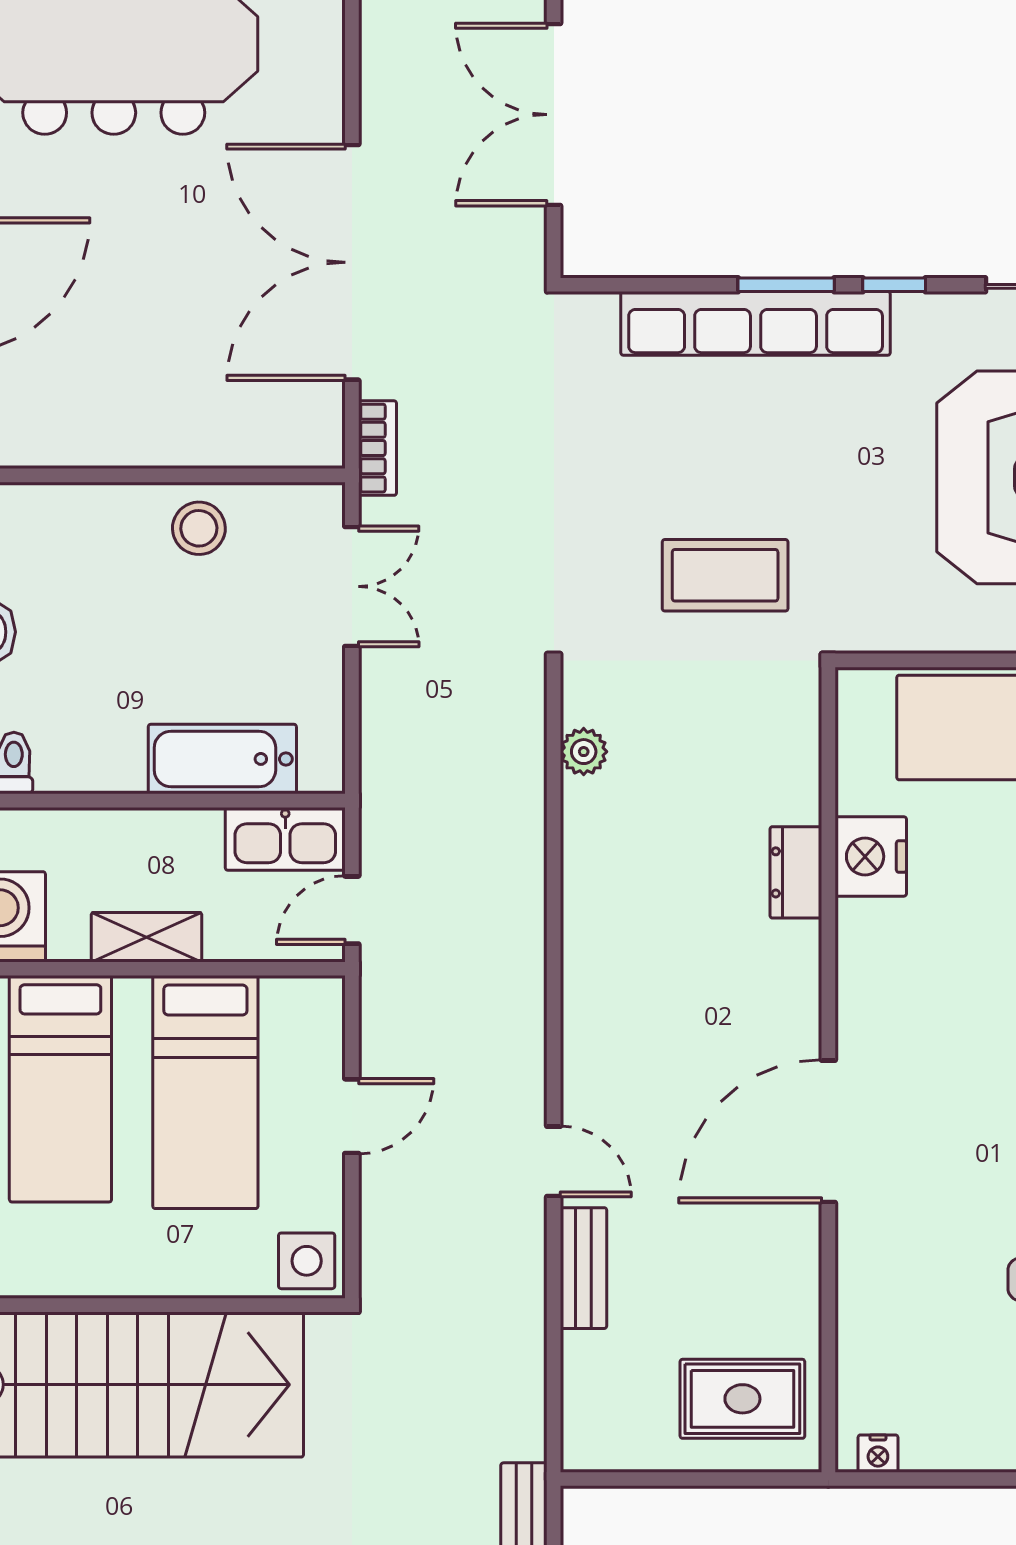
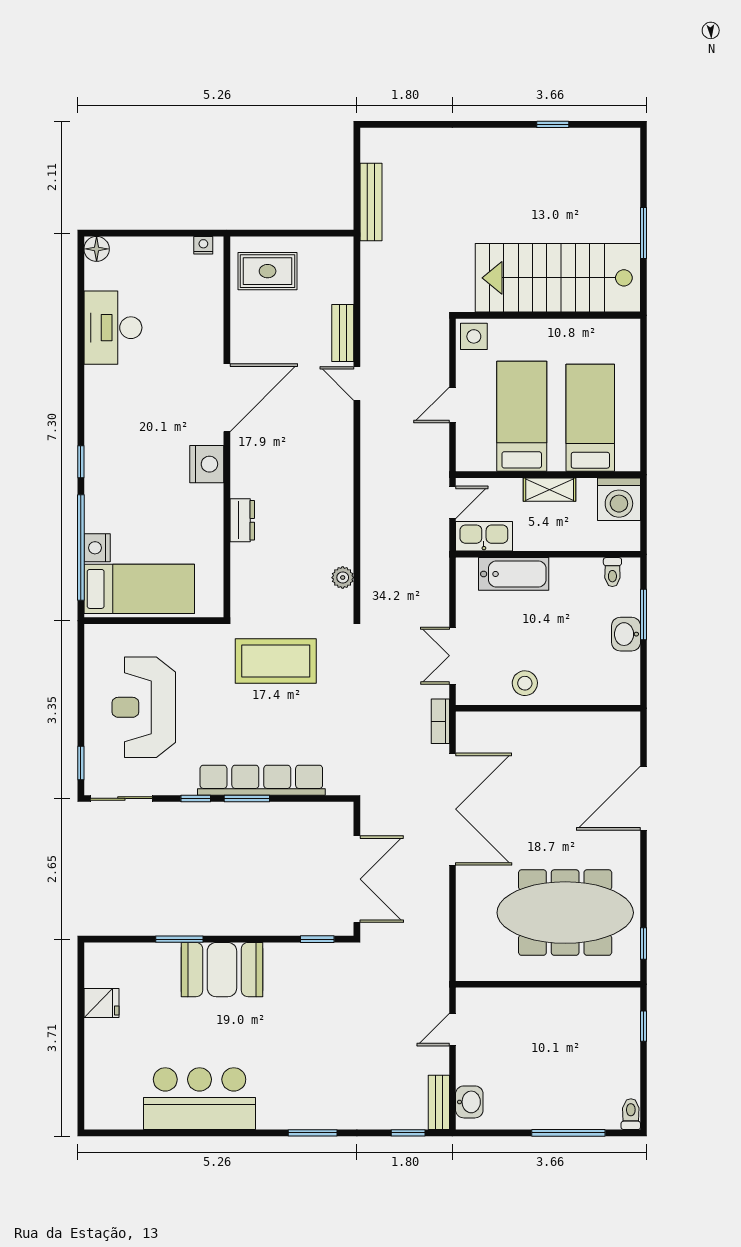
coffee table: (725, 575) -> (276, 661), width x1.36, depth x1.32
nightstand: (871, 856) -> (207, 464), moved

